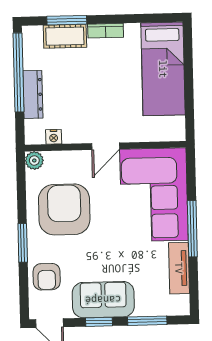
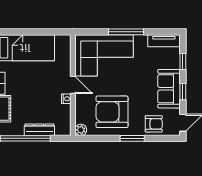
nightstand: (54, 137) -> (66, 99), moved
tv unit: (179, 268) -> (164, 41), moved
window: (147, 321) -> (183, 61), width x0.67

